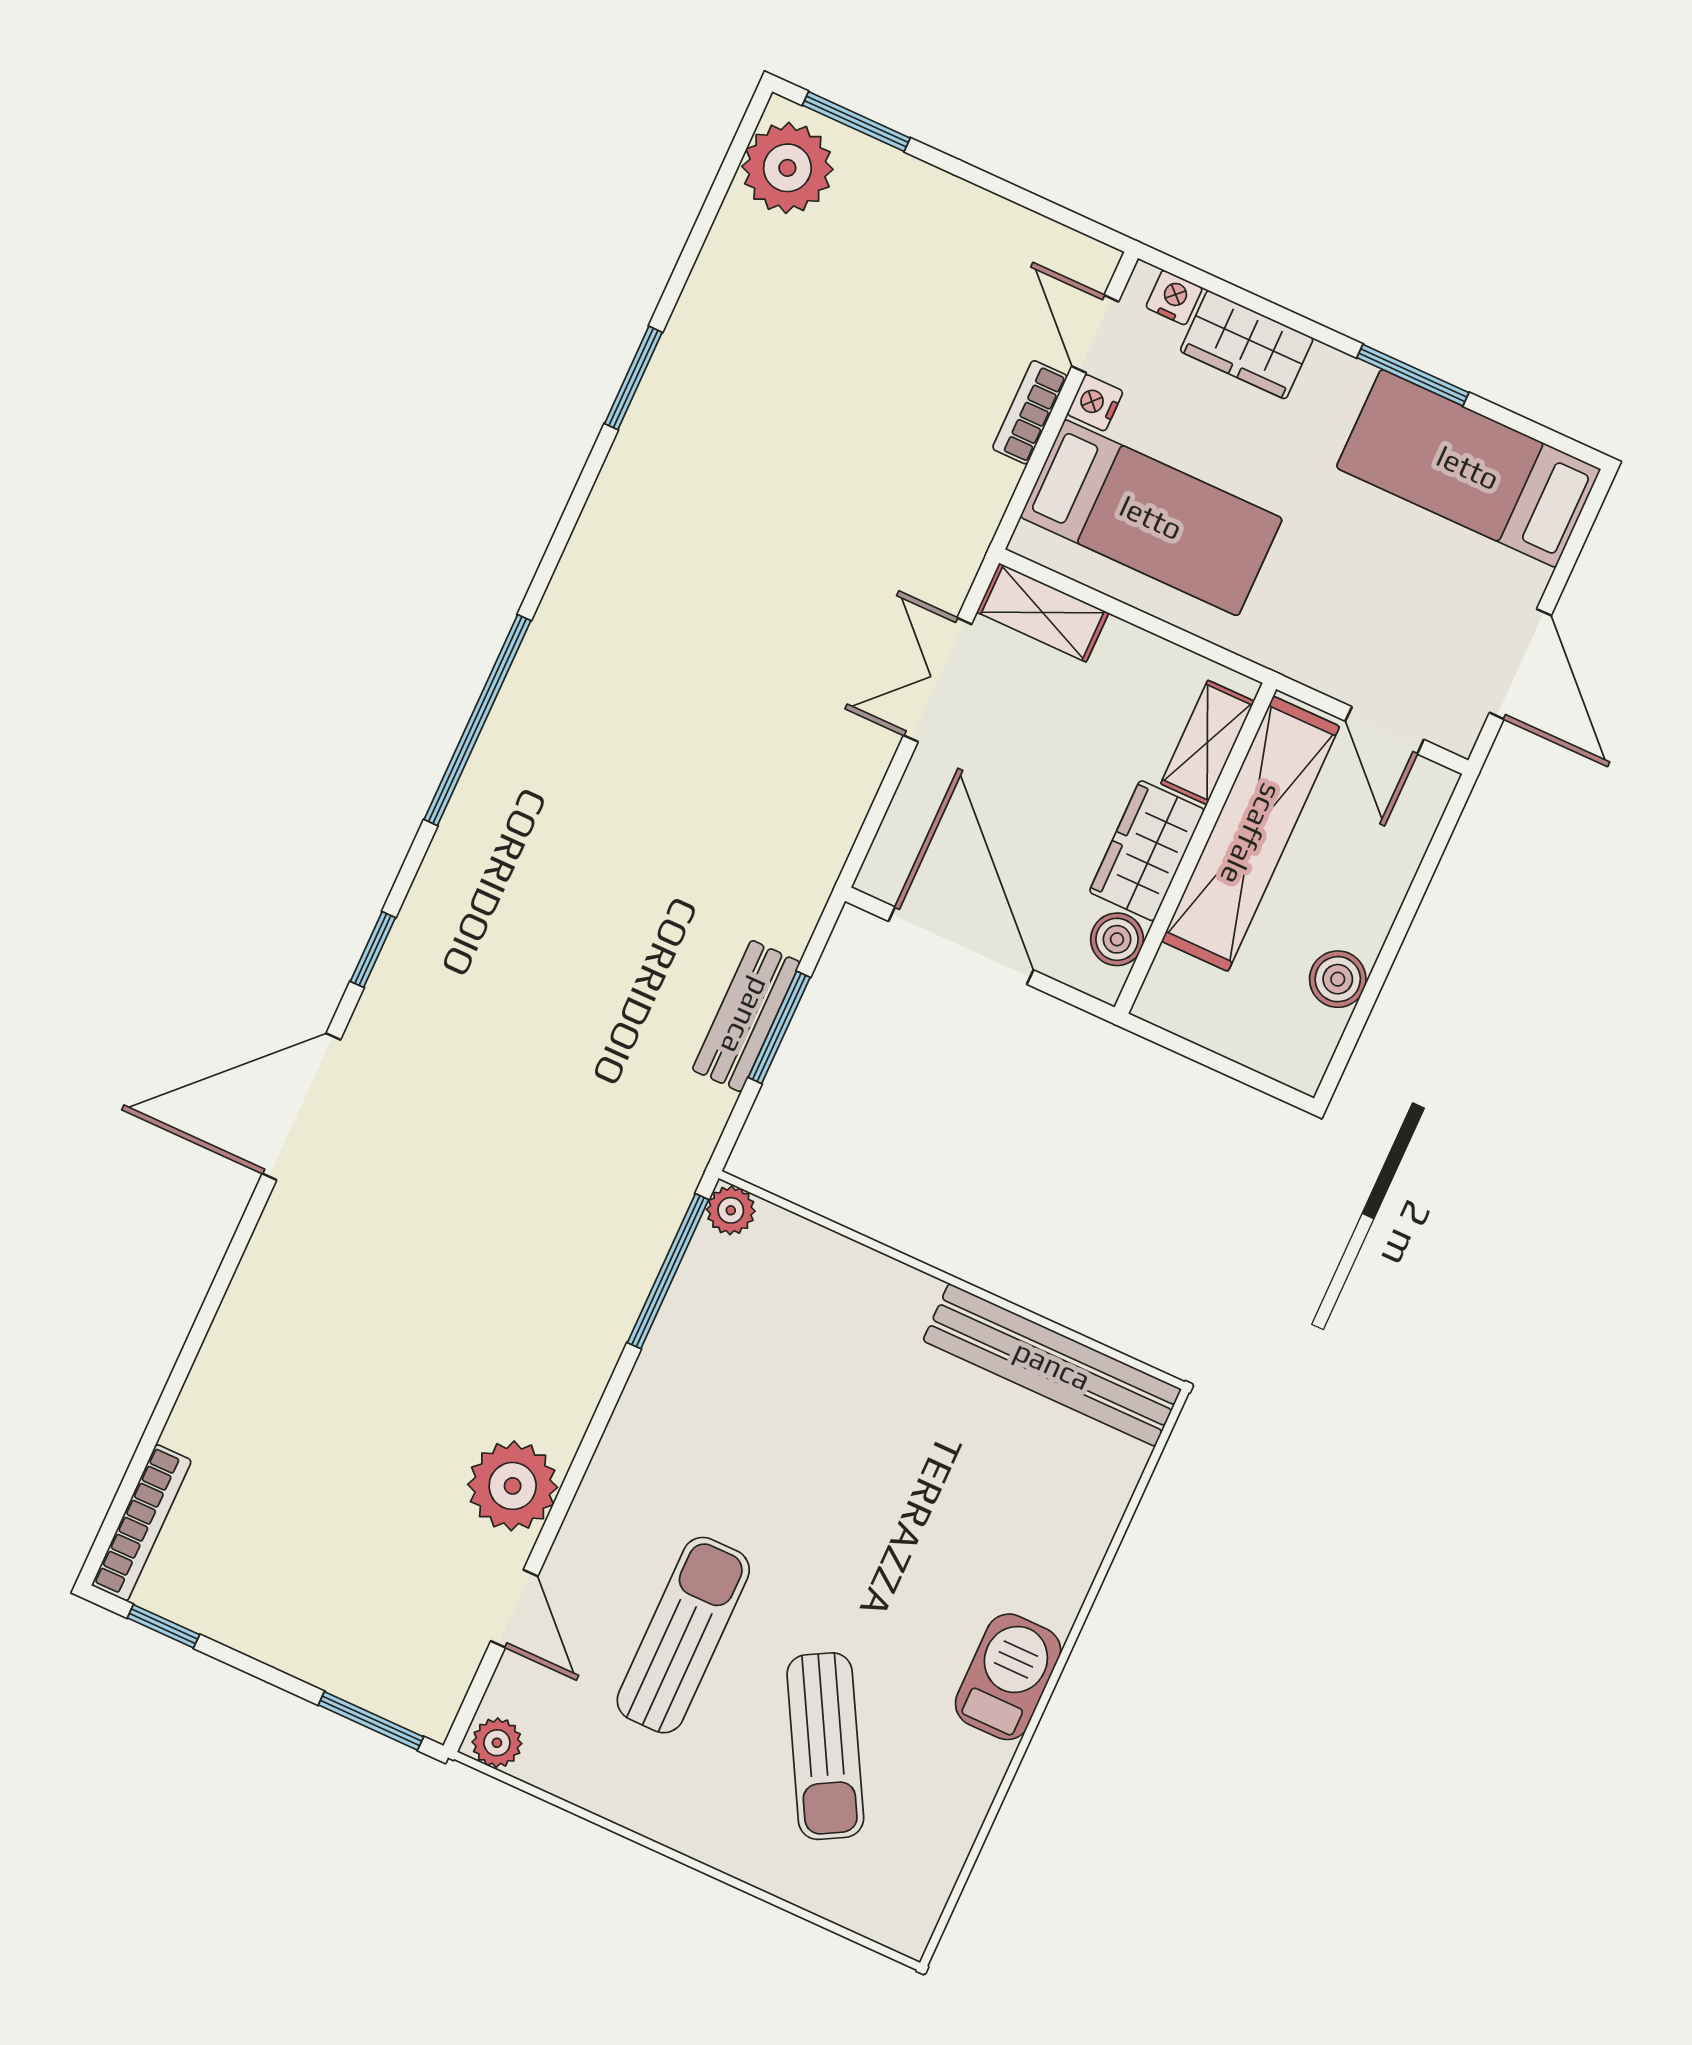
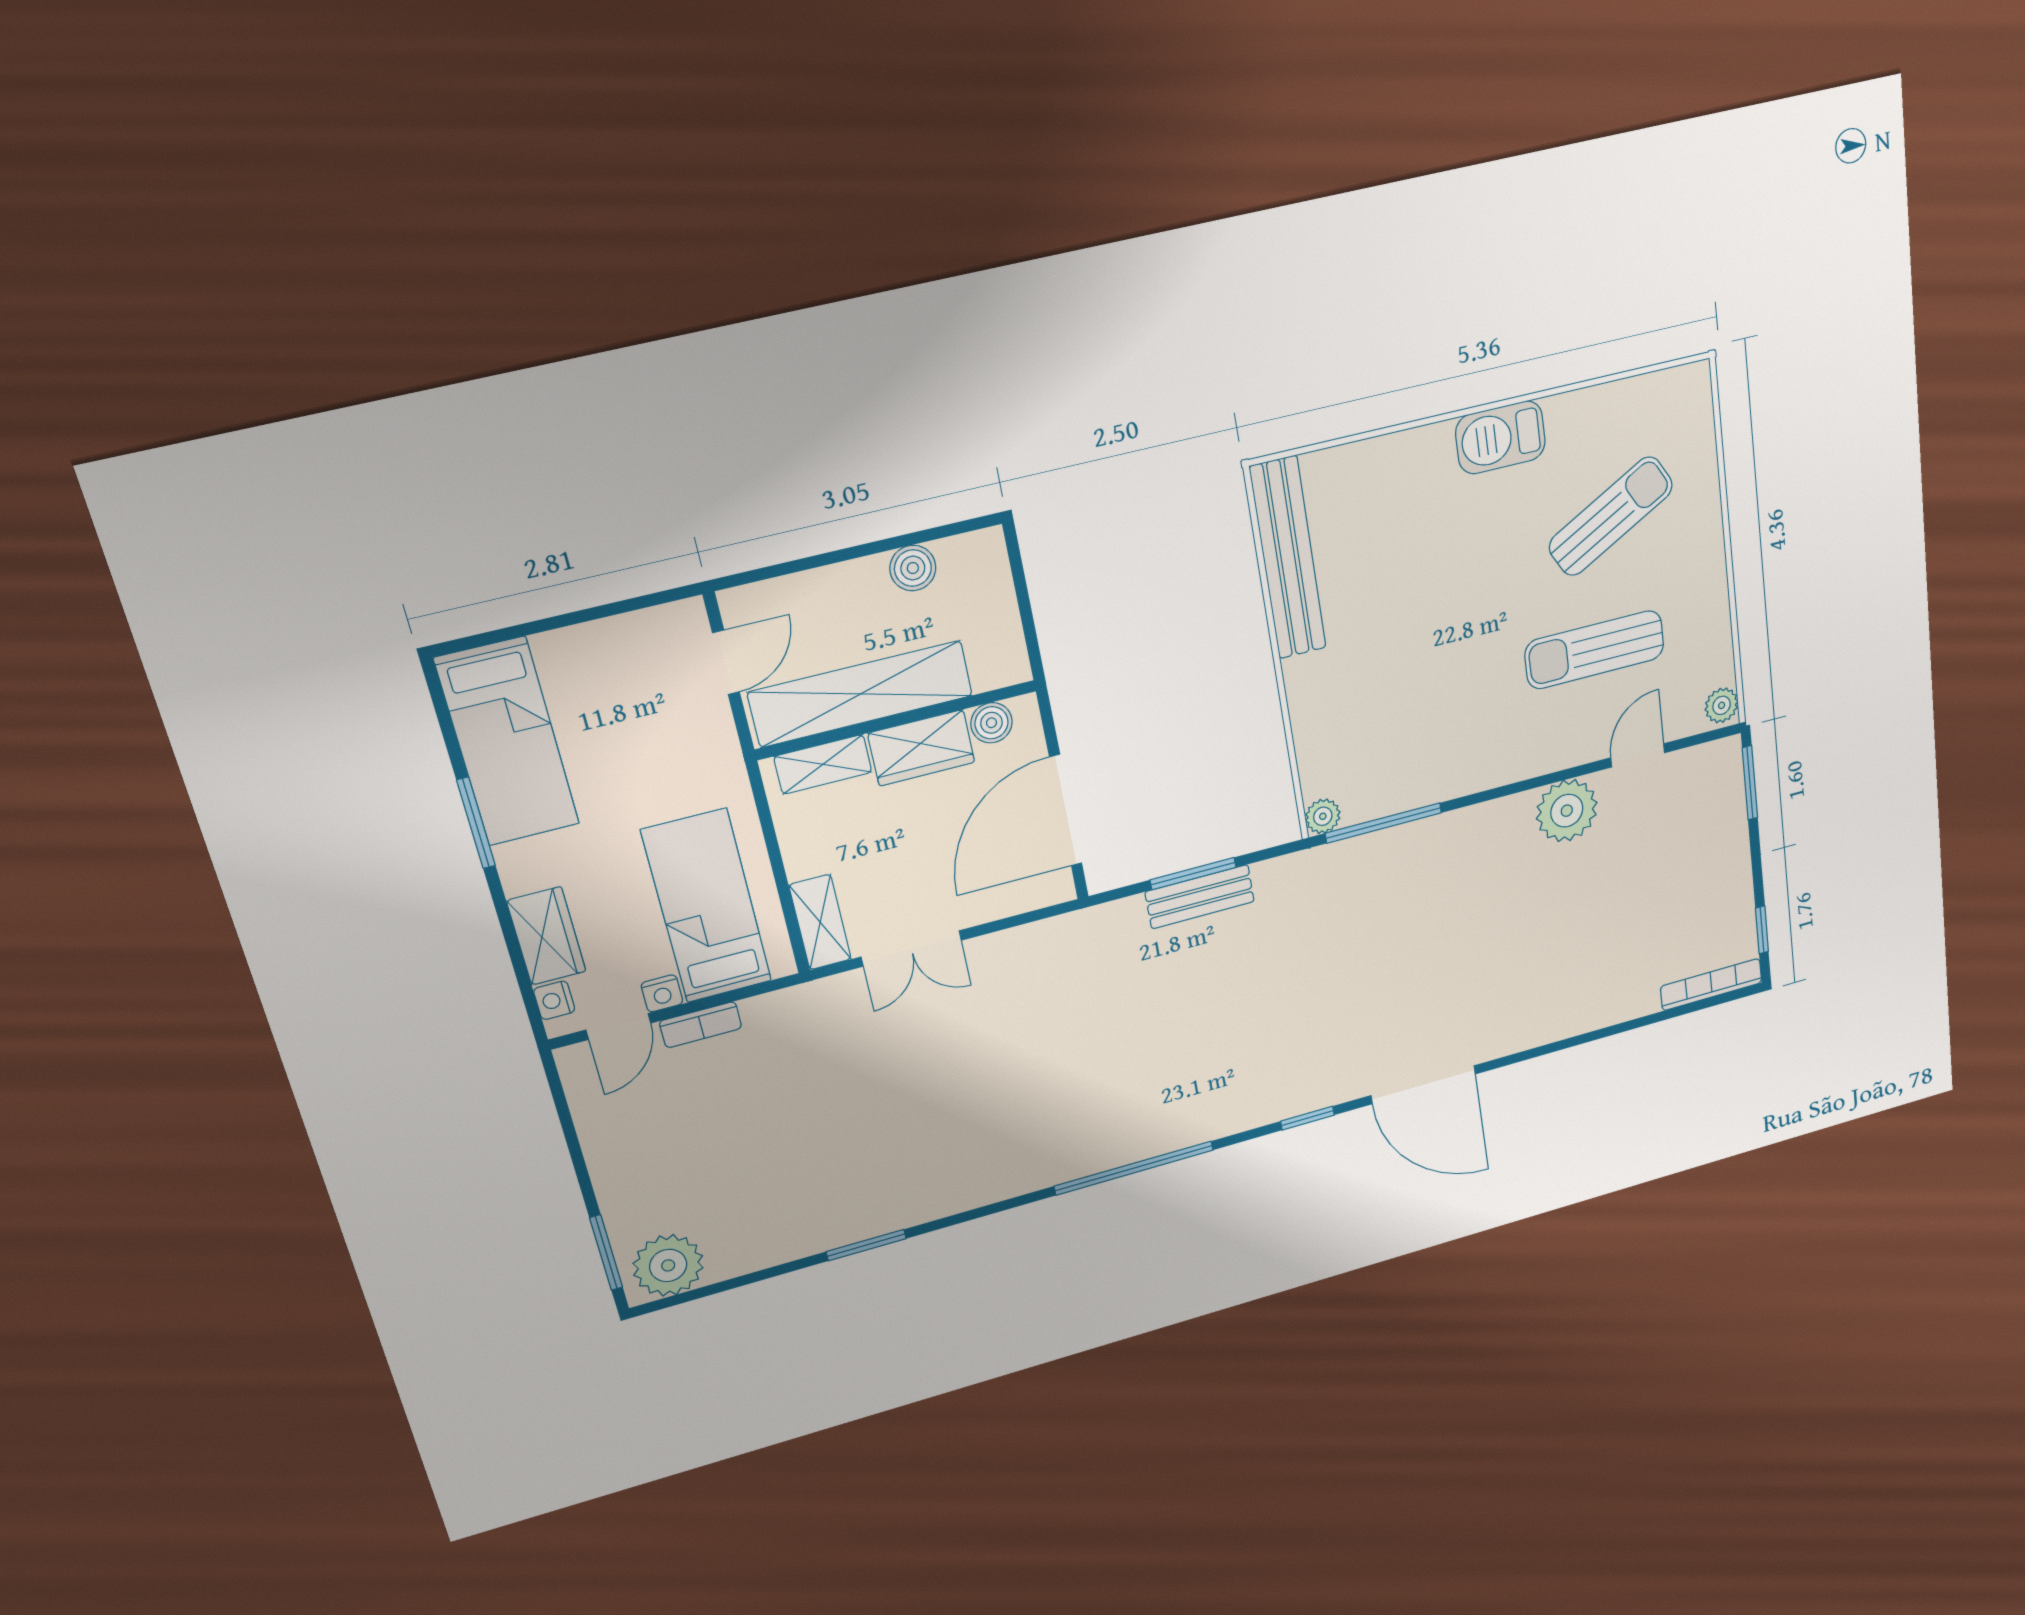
door: (1520, 664) -> (610, 610), removed

